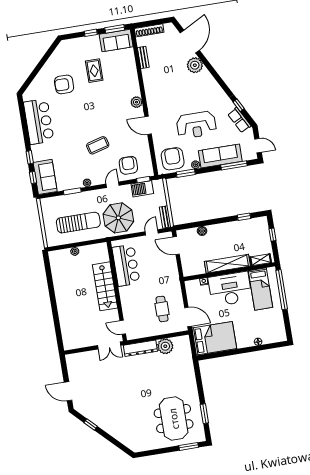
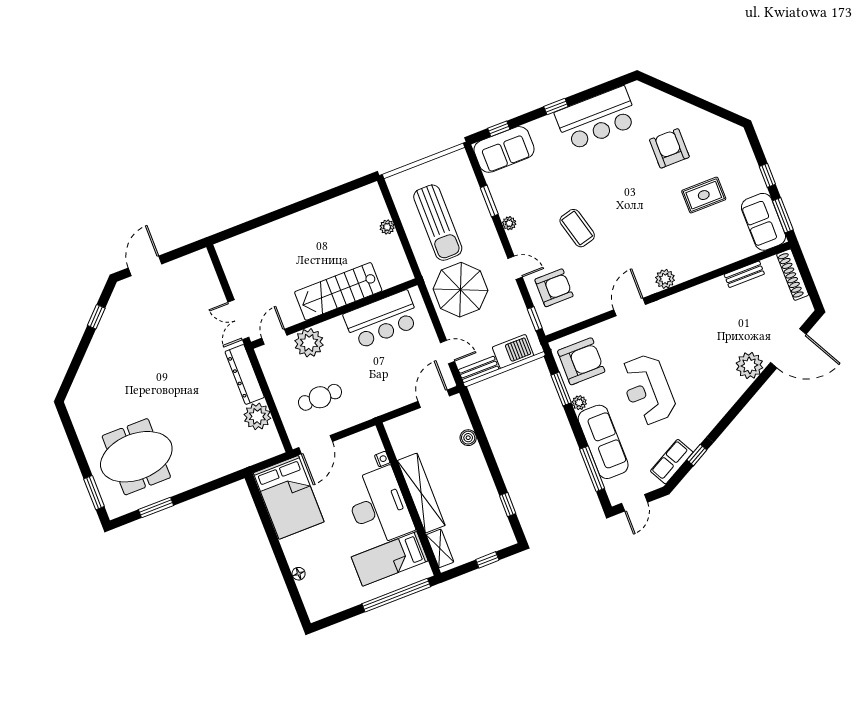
window: (30, 157) -> (556, 107), moved
barbecue: (142, 189) -> (513, 351), moved, turned 90
plant: (130, 309) -> (309, 343), added

